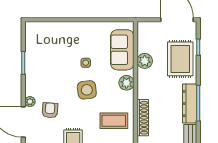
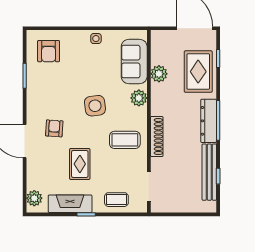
armchair: (45, 40) -> (49, 51), added
side table: (86, 63) -> (96, 39), moved
plant: (30, 102) -> (32, 119), removed

